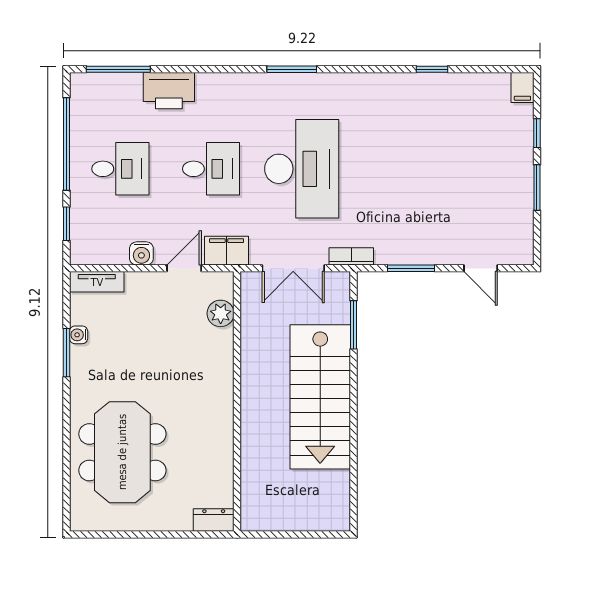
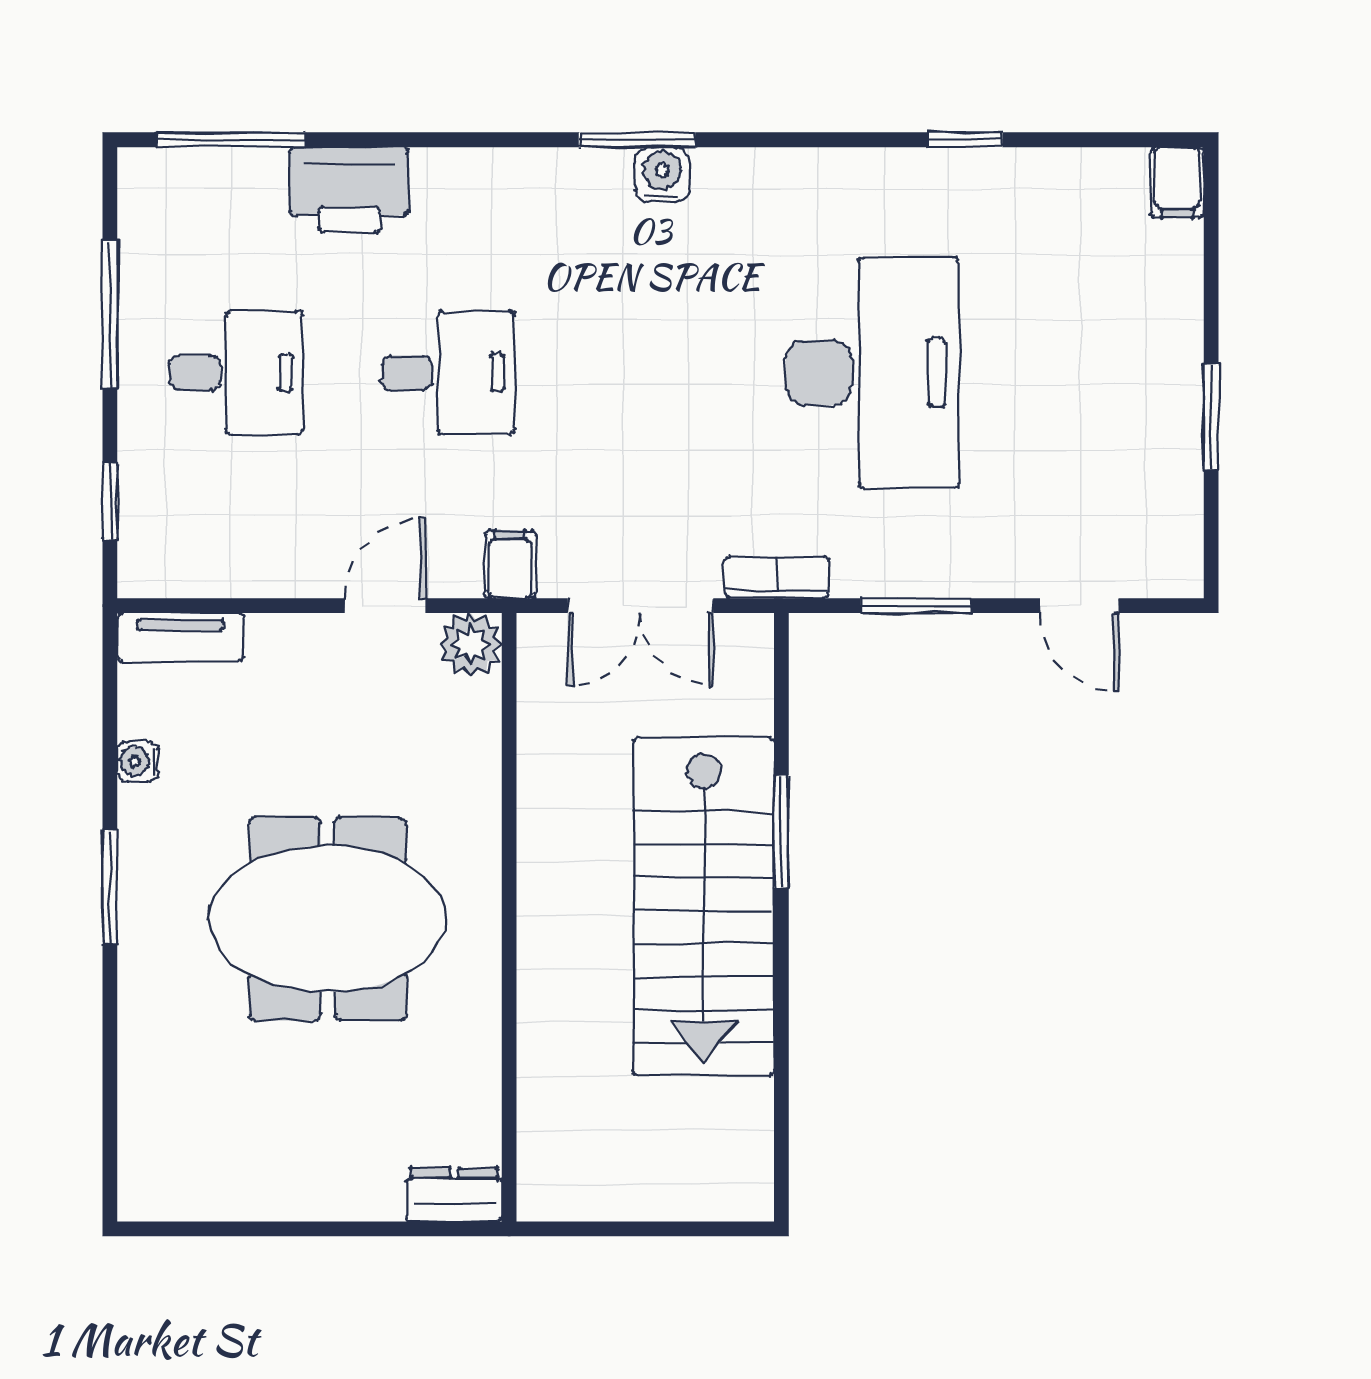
window: (537, 133) -> (1211, 289), removed
window: (66, 144) -> (110, 315), width x0.68
desk: (302, 169) -> (873, 373), moved
filing cabinet: (227, 251) -> (510, 564), width x0.50
water cooler: (141, 253) -> (662, 175), moved, turned 180
plant: (221, 313) -> (471, 644), moved
window: (353, 325) -> (781, 832), moved
window: (66, 353) -> (110, 887), moved
meeting table: (122, 452) -> (328, 919), moved, turned 90

